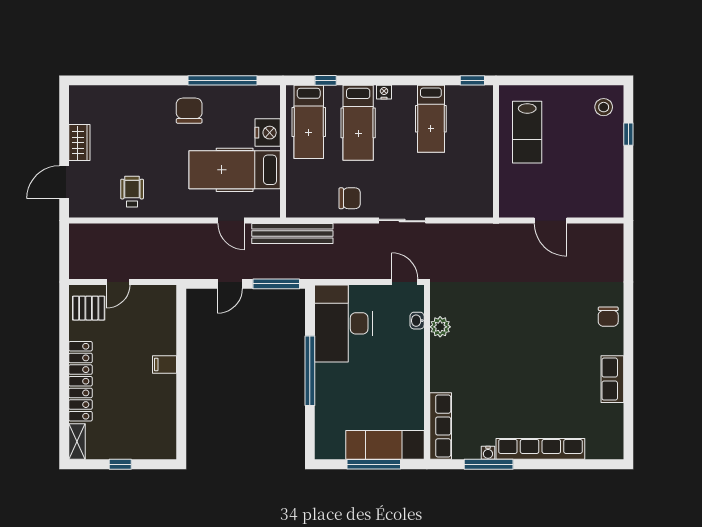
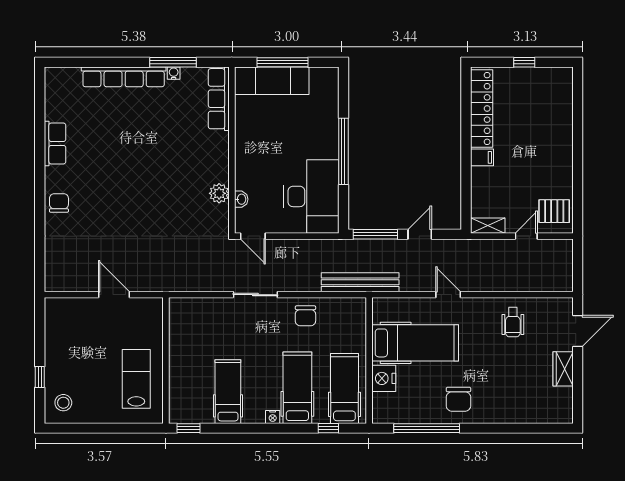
chair: (350, 198) -> (305, 316), turned -90
door: (231, 221) -> (448, 295), moved
locker: (80, 381) -> (482, 108), moved, turned 180
shelving: (77, 442) -> (488, 226), moved, turned 90

